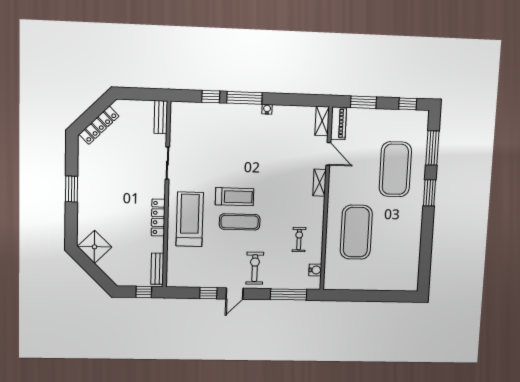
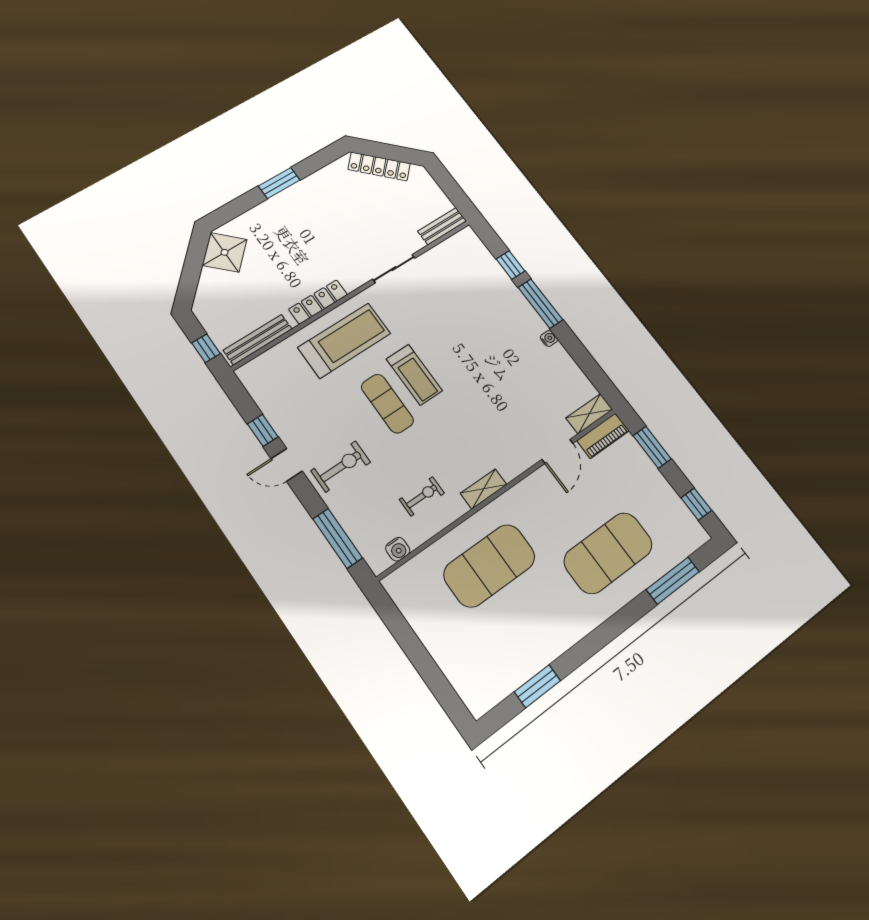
shelving: (319, 183) -> (484, 489), moved
window: (429, 193) -> (537, 686), moved
bench: (157, 269) -> (258, 340), width x1.36

